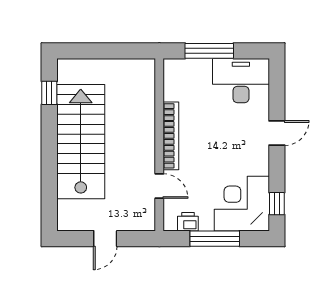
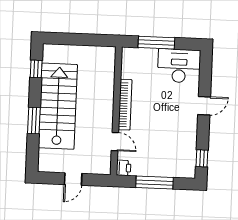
window: (49, 162) -> (34, 121), added
corner desk: (242, 204) -> (176, 157), removed
printer: (188, 222) -> (124, 168), moved, turned 90

